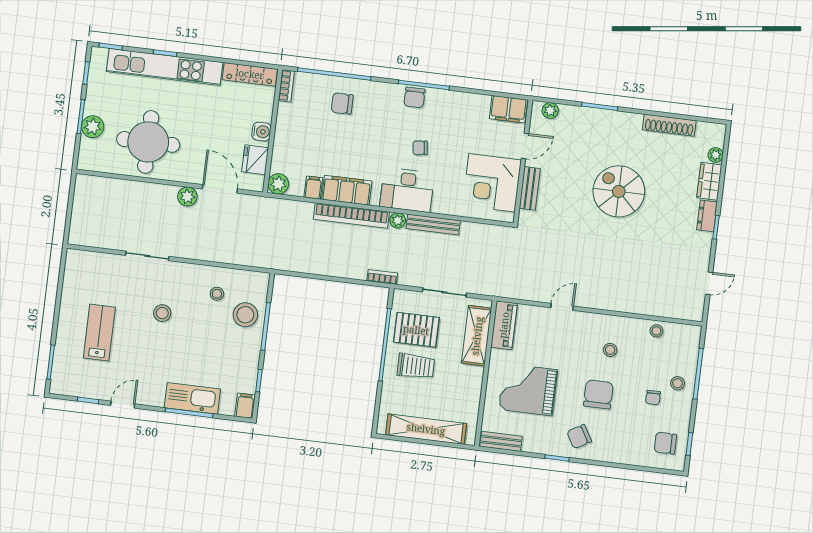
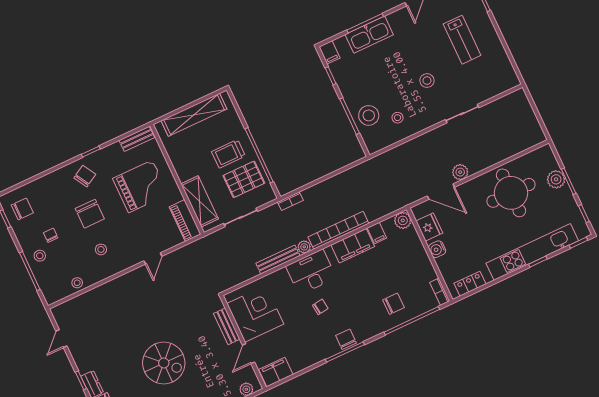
locker: (250, 74) -> (470, 284), width x0.66

